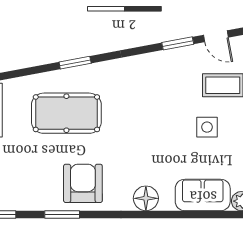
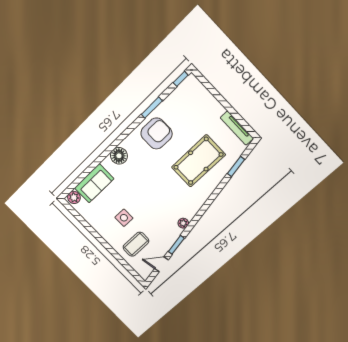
plant: (147, 61) -> (183, 223), added
window: (75, 63) -> (236, 167), moved
armchair: (83, 183) -> (157, 134), turned -90

